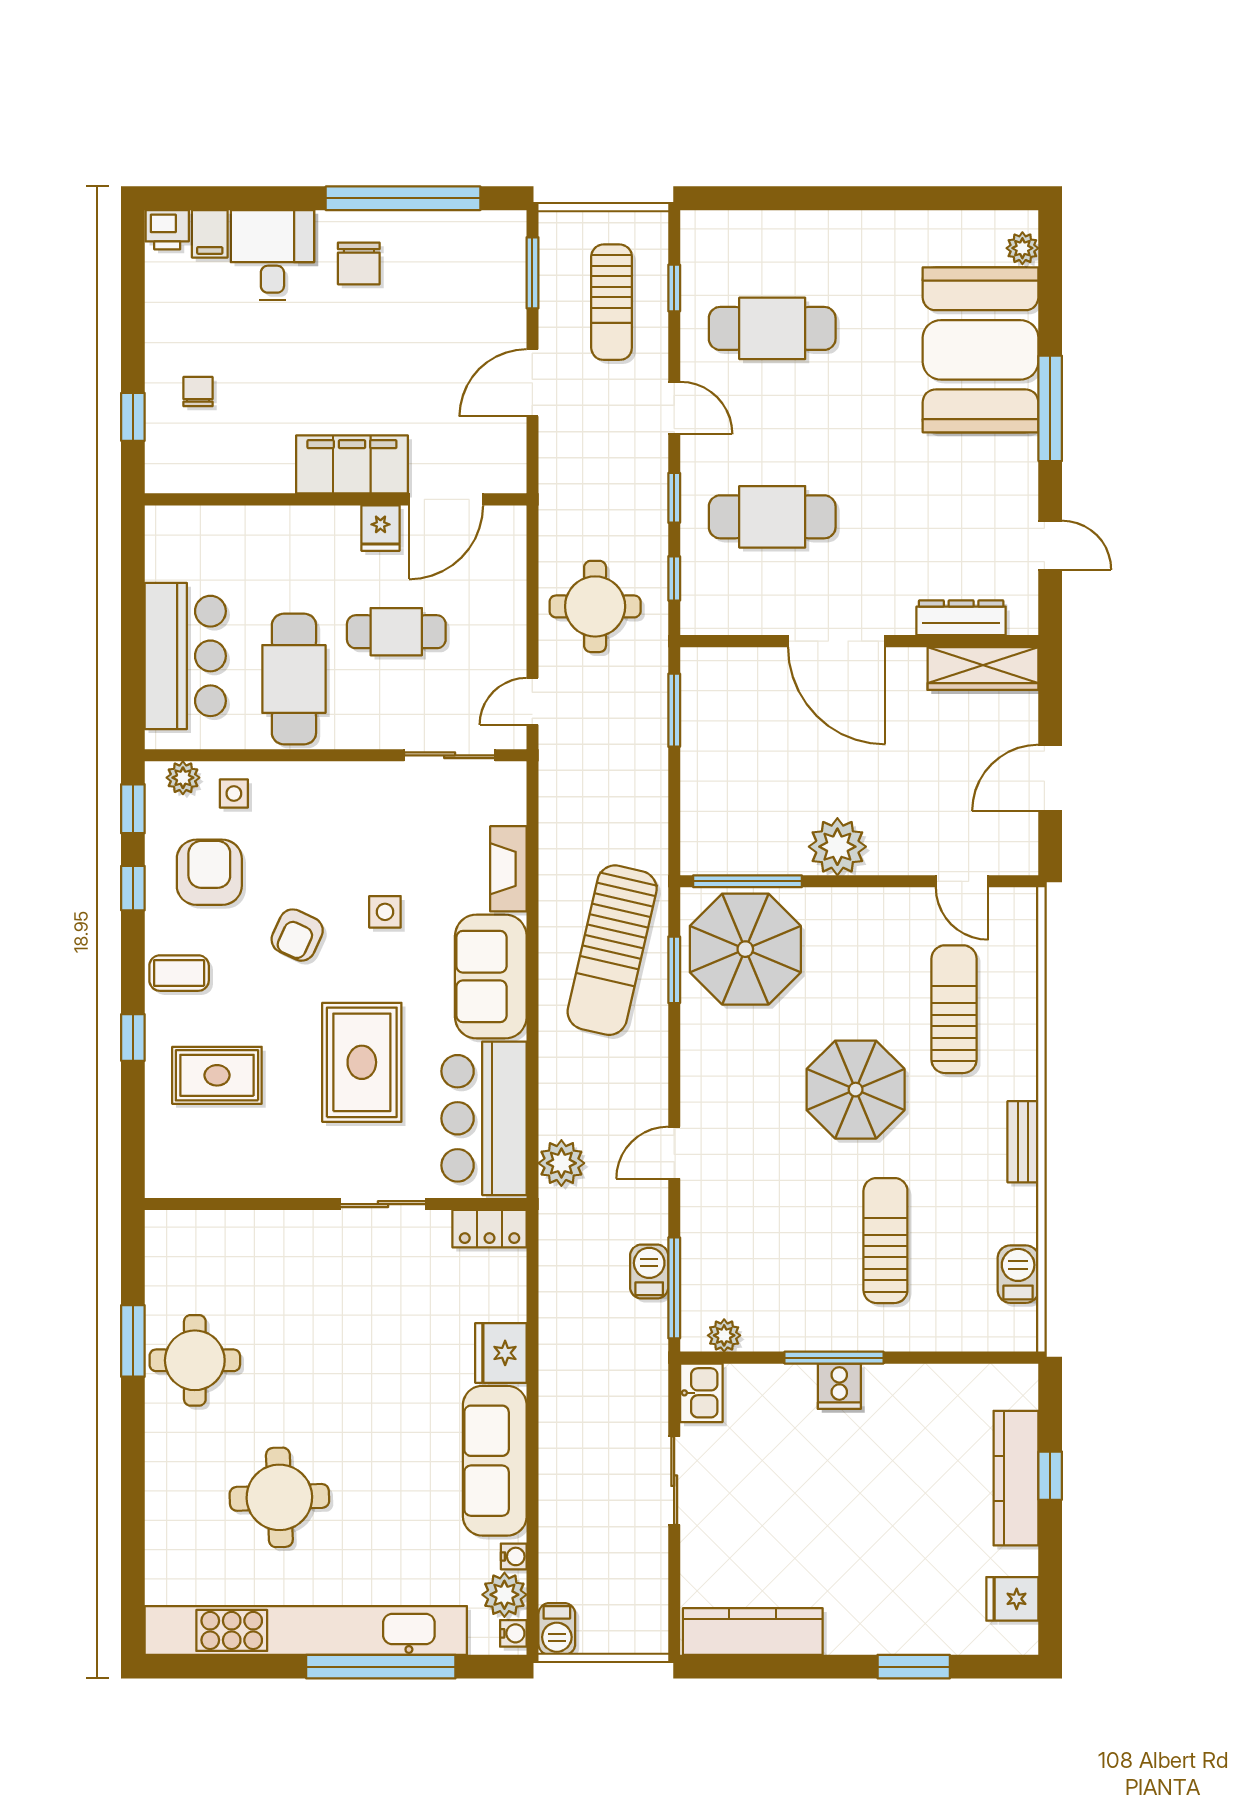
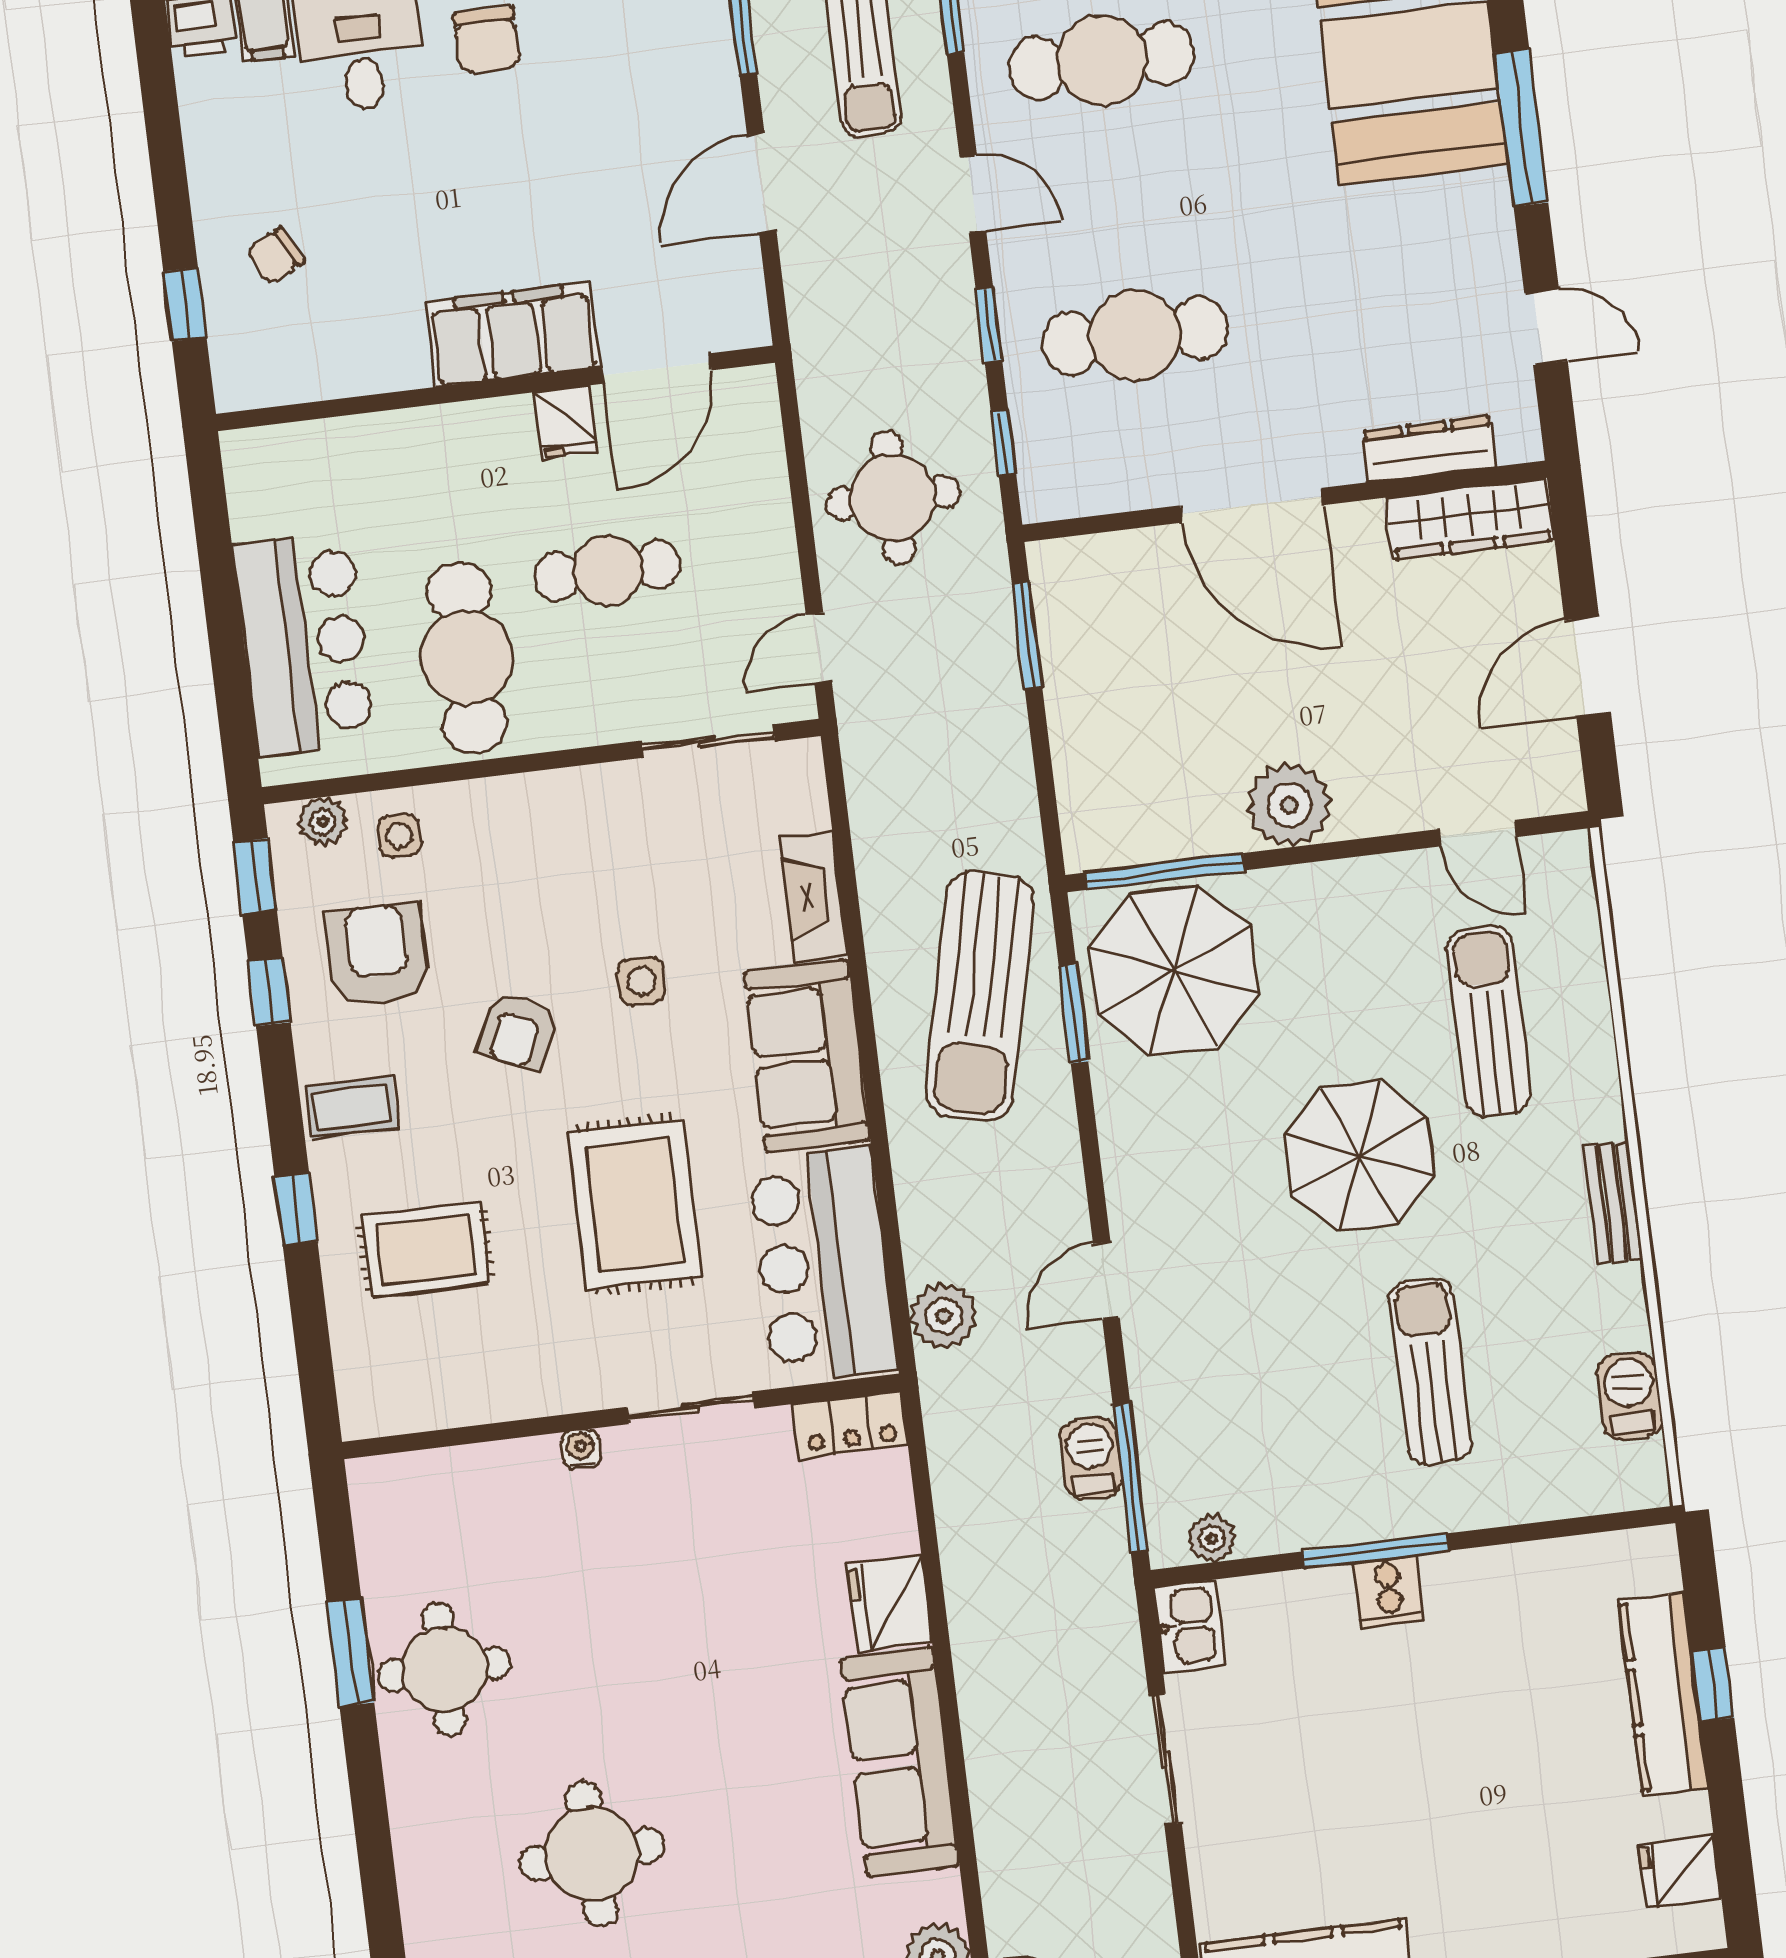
chair: (198, 392) -> (275, 256), turned -116
water cooler: (514, 1556) -> (581, 1449), moved, turned -90

